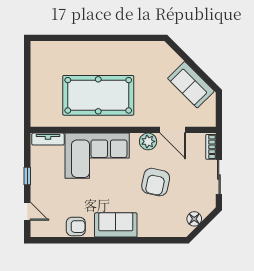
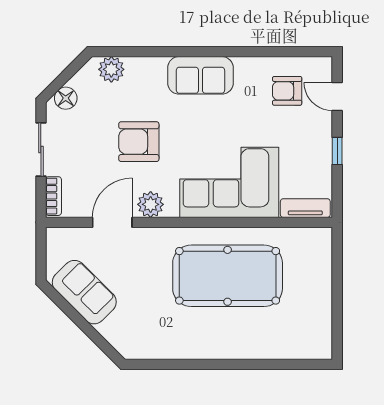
door: (173, 130) -> (112, 222), hinge flipped
armchair: (156, 182) -> (139, 142), turned -102
floor lamp: (194, 219) -> (66, 98), moved
armchair: (76, 227) -> (287, 91), moved
plant: (173, 229) -> (111, 69), added

